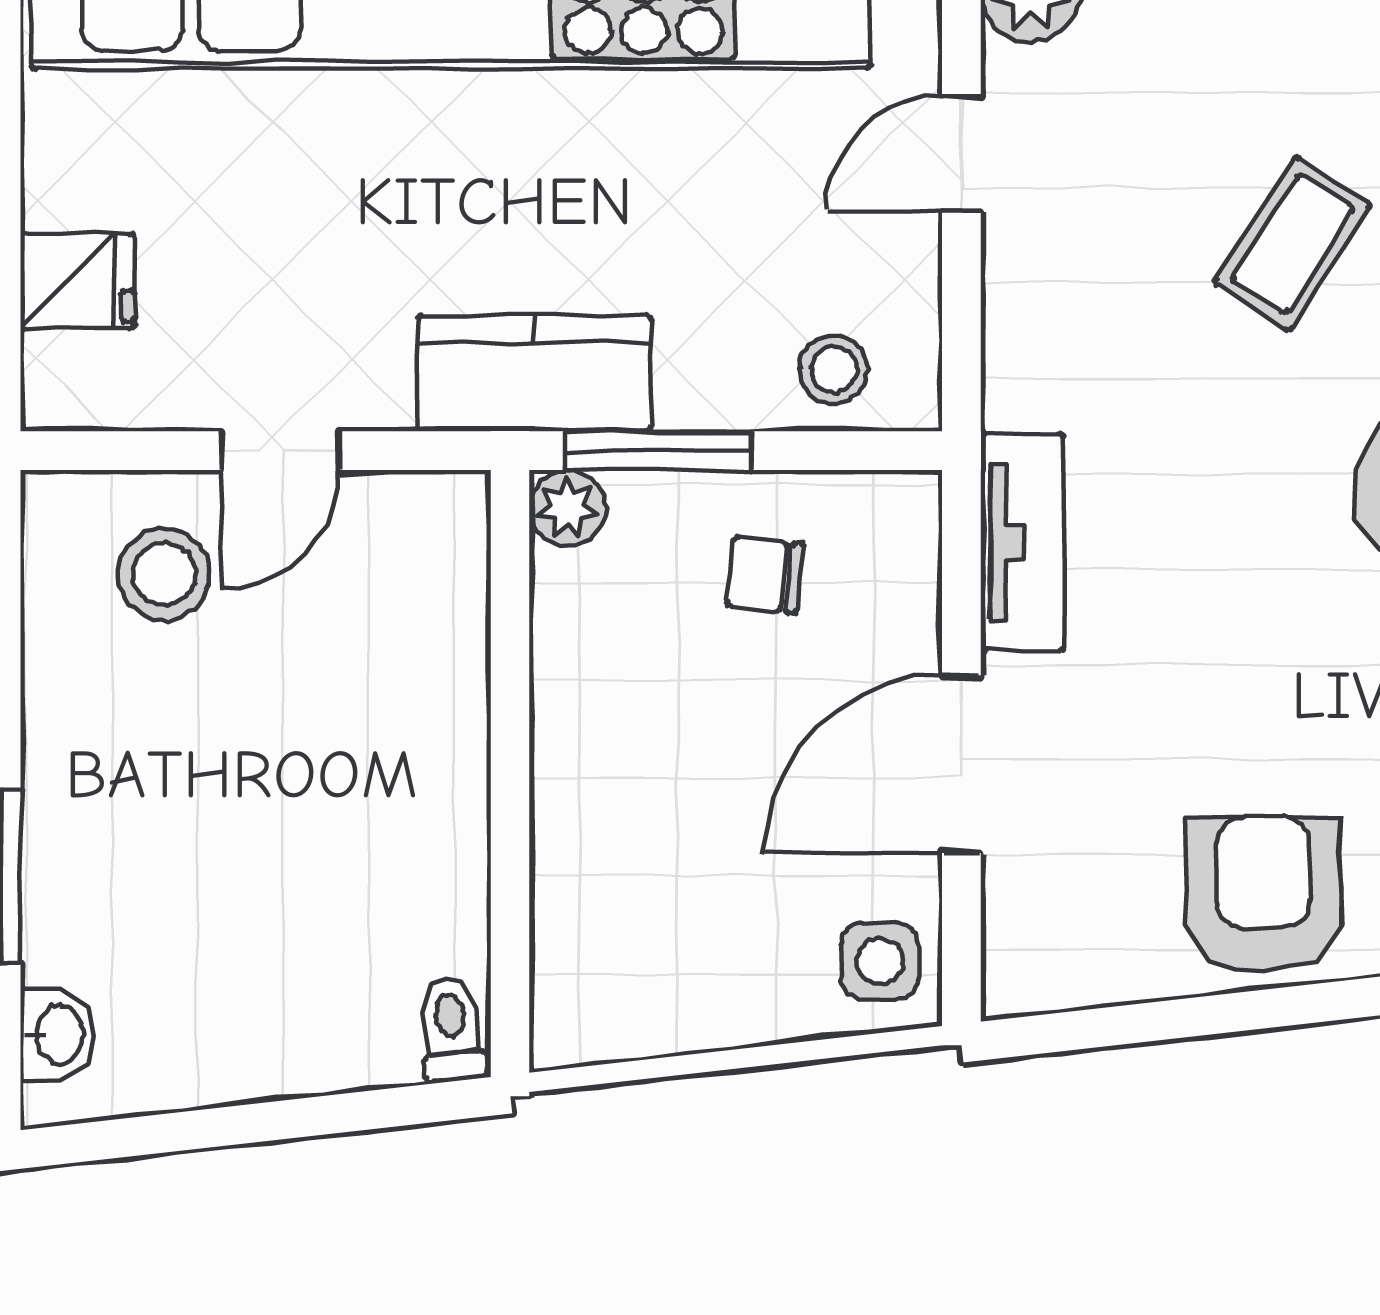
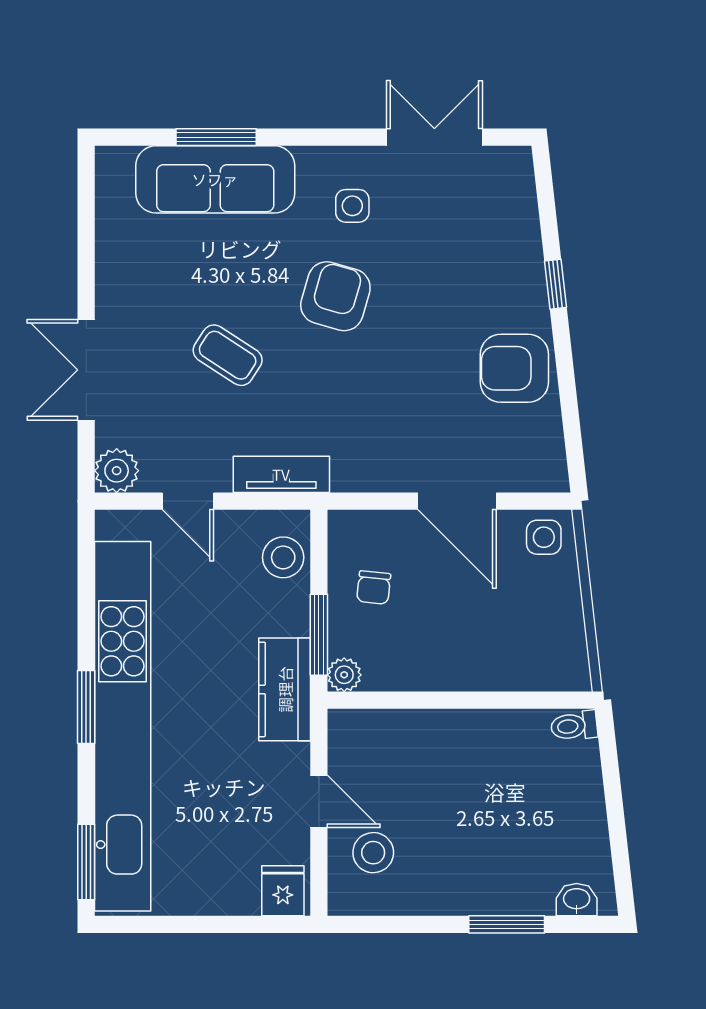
fridge: (77, 281) -> (283, 891), moved
stool: (834, 370) -> (283, 557), width x1.37, depth x1.37
tv unit: (1022, 543) -> (281, 474), moved

